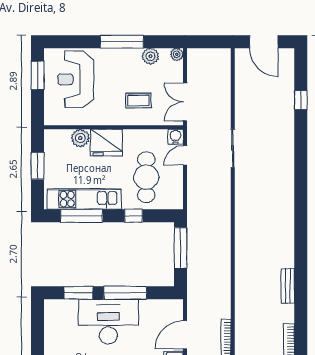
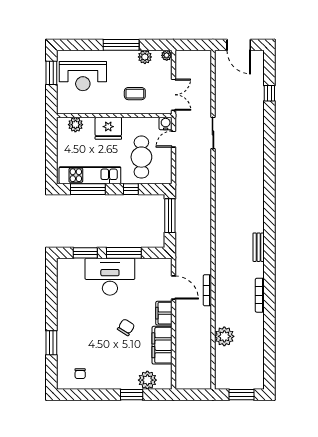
reception desk: (76, 79) -> (83, 76), turned -90
double door: (185, 102) -> (173, 95), swing flipped
plant: (80, 138) -> (75, 125), moved
window: (38, 166) -> (51, 148), removed
door: (185, 335) -> (173, 288), swing flipped

